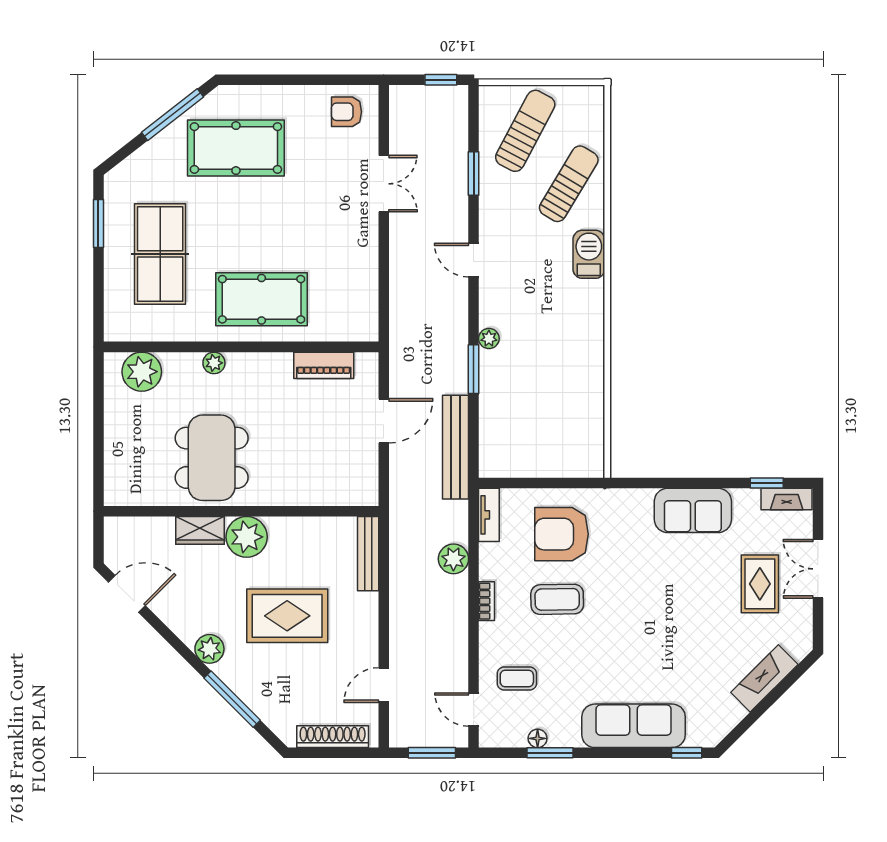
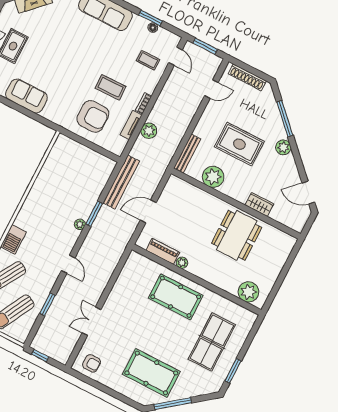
plant: (214, 363) -> (182, 263), moved
tv unit: (489, 515) -> (131, 125), moved
plant: (247, 537) -> (213, 177), moved

